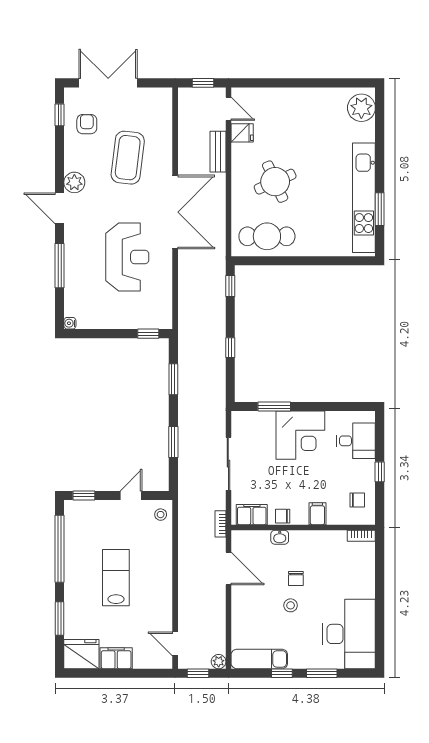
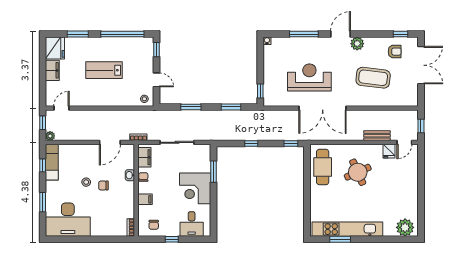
double door: (175, 212) -> (323, 108), moved
reception desk: (127, 257) -> (309, 77), turned 180
lab bench: (116, 578) -> (104, 70), turned 180
window: (282, 673) -> (43, 165), moved

